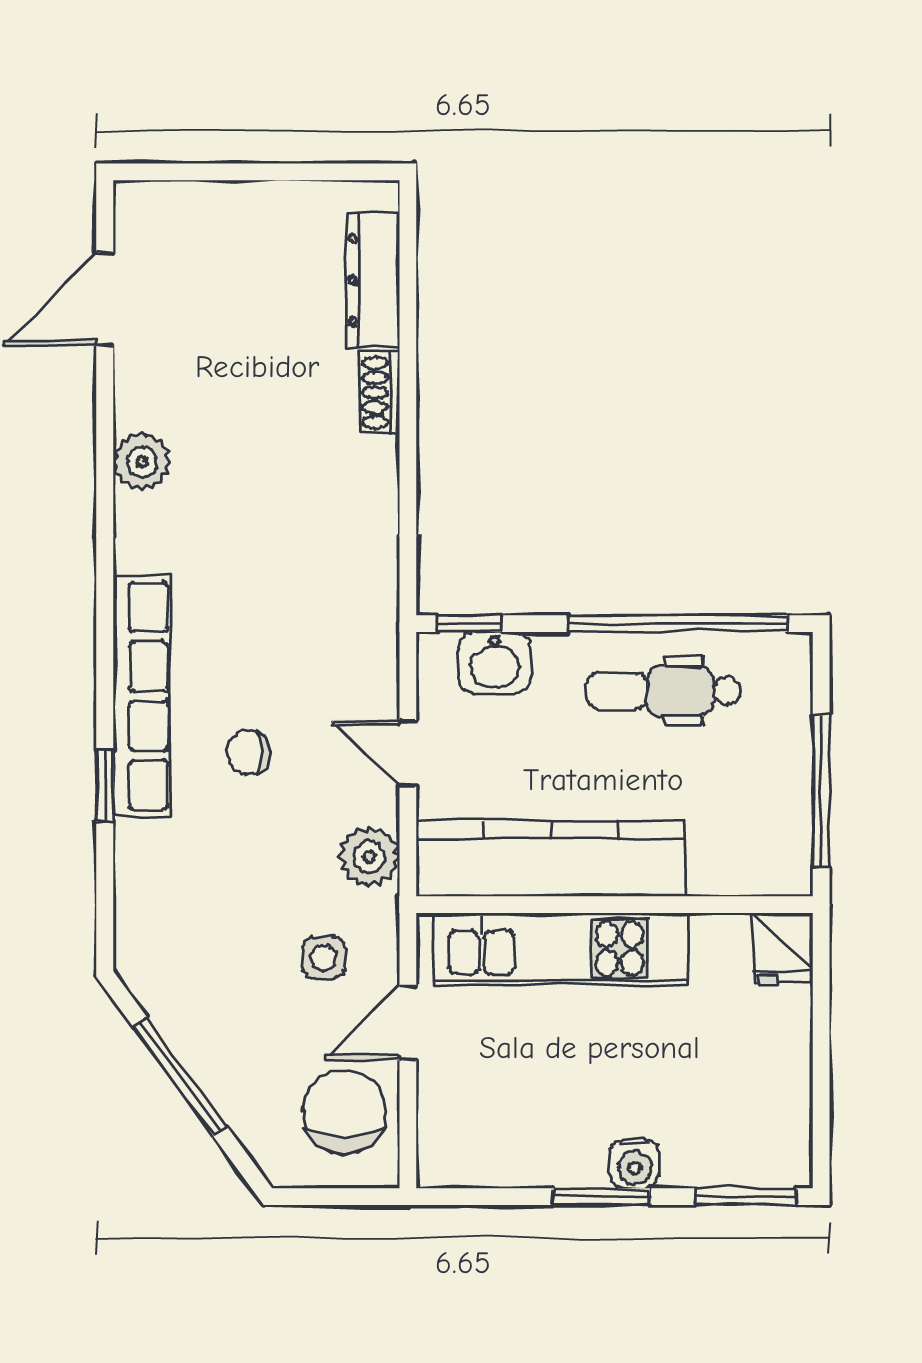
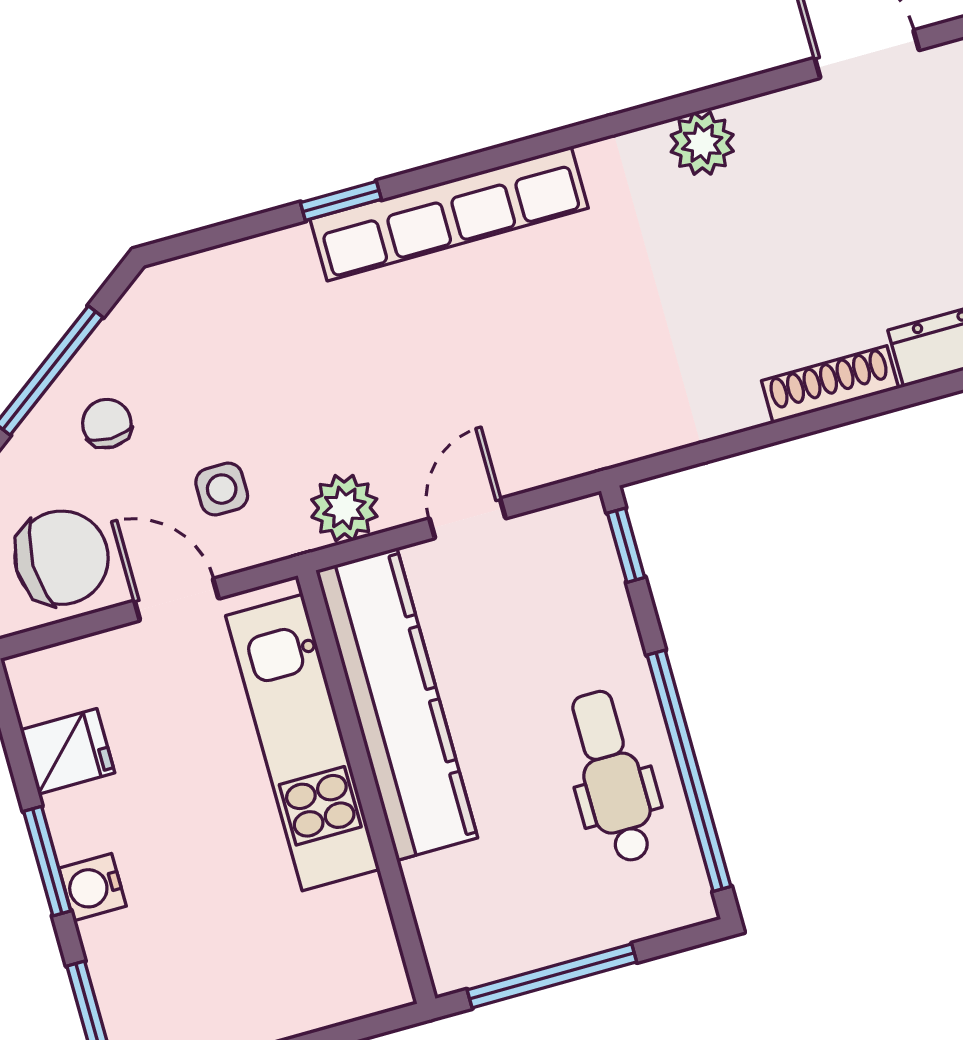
shoe rack: (380, 392) -> (830, 384), width x1.43
washbasin: (495, 663) -> (591, 585), removed
chair: (248, 752) -> (107, 424), moved
fridge: (783, 948) -> (68, 751), moved, turned 180

